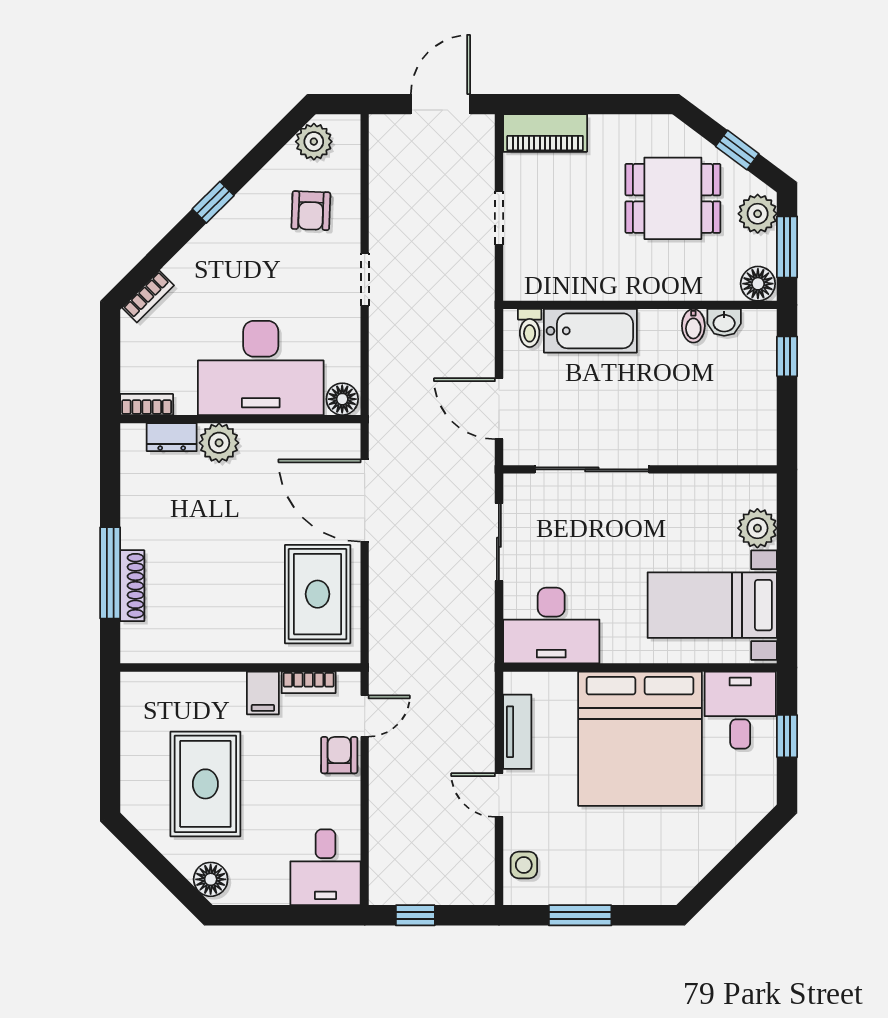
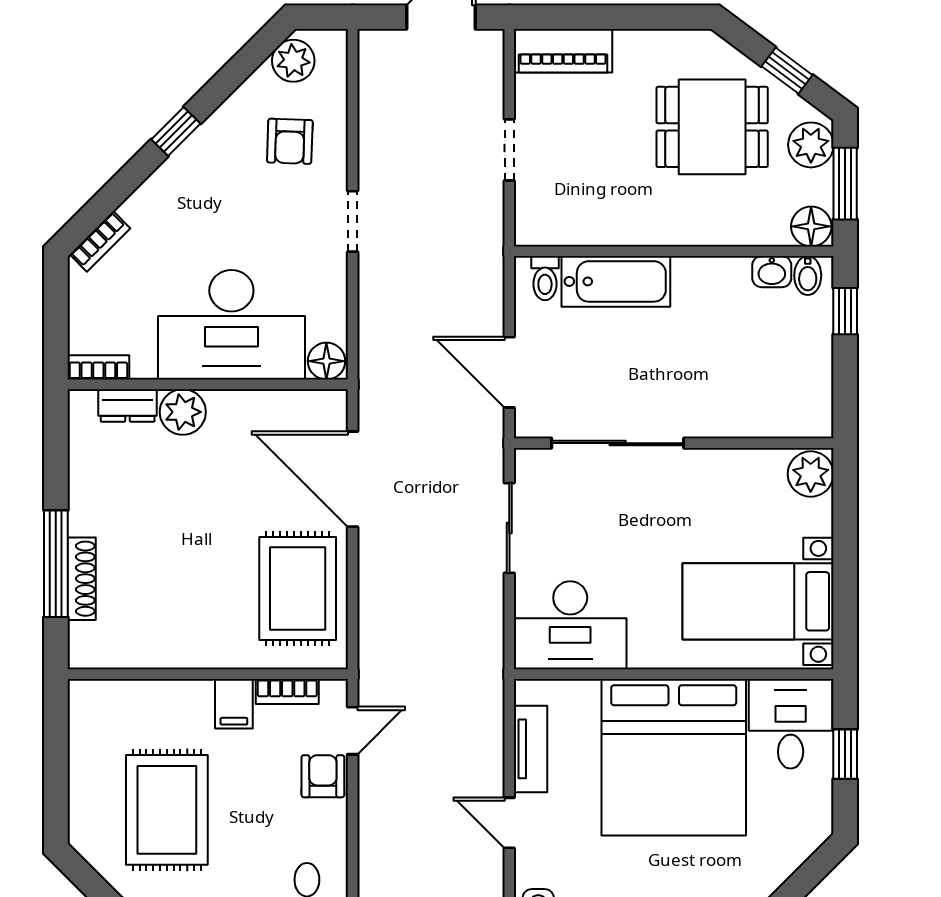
bidet: (693, 326) -> (808, 276), moved
plant: (757, 528) -> (811, 474), moved

